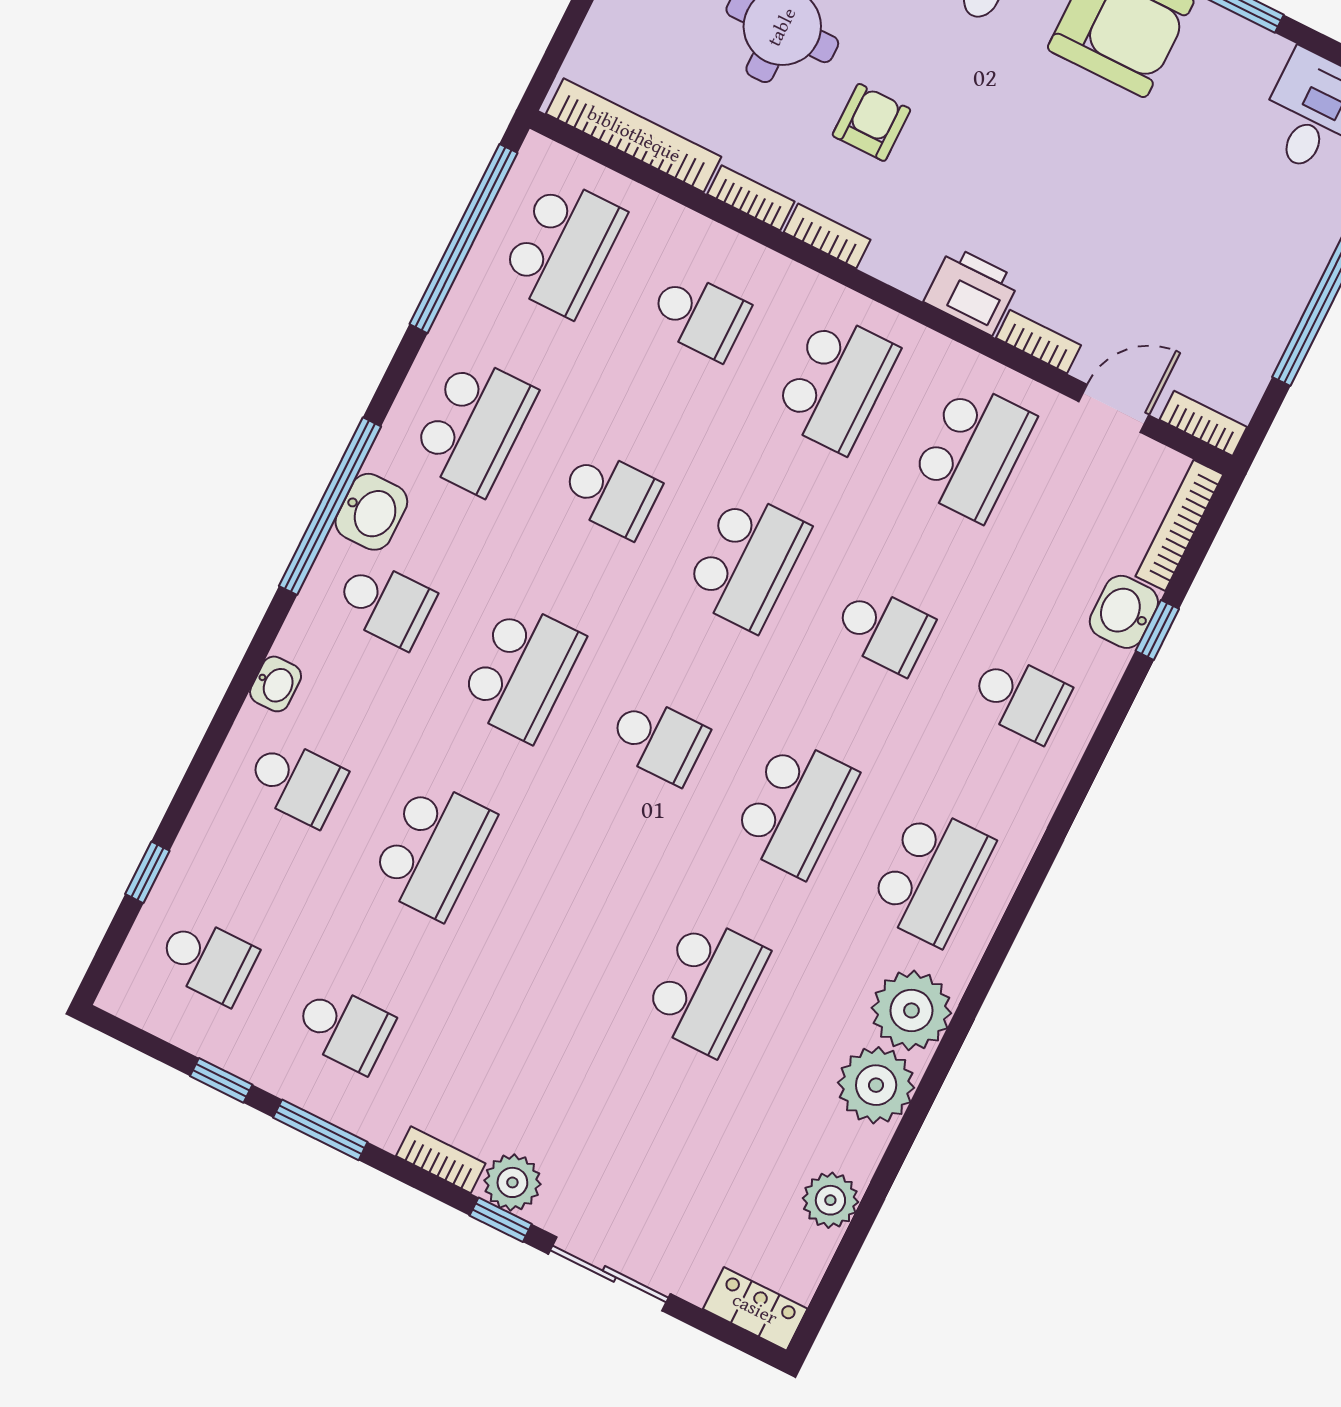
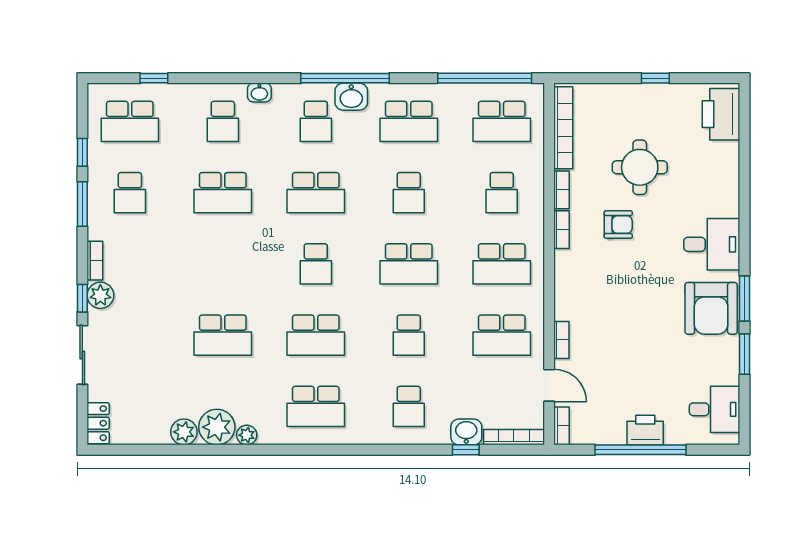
printer: (972, 291) -> (645, 430), moved, turned -90
school desk: (207, 960) -> (130, 121), width x1.85
plant: (911, 1010) -> (247, 435), width x0.53, depth x0.53
plant: (830, 1200) -> (184, 432), moved

